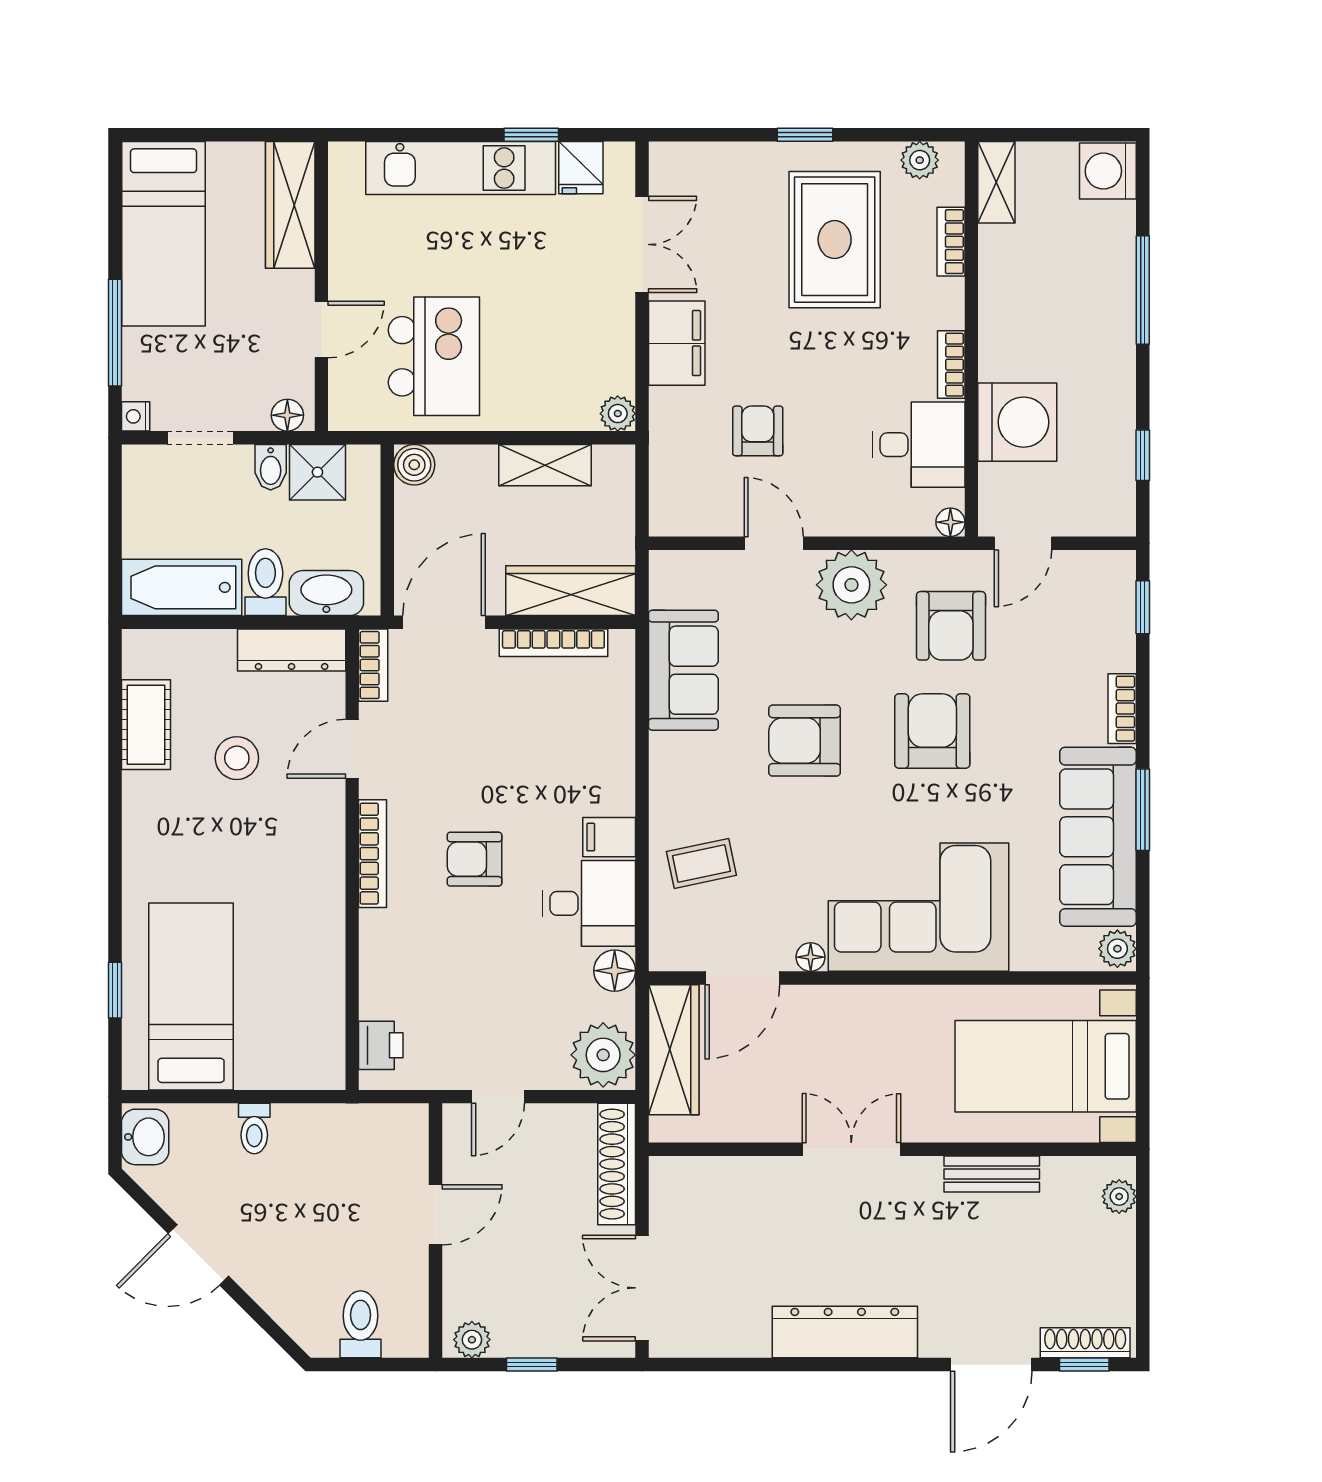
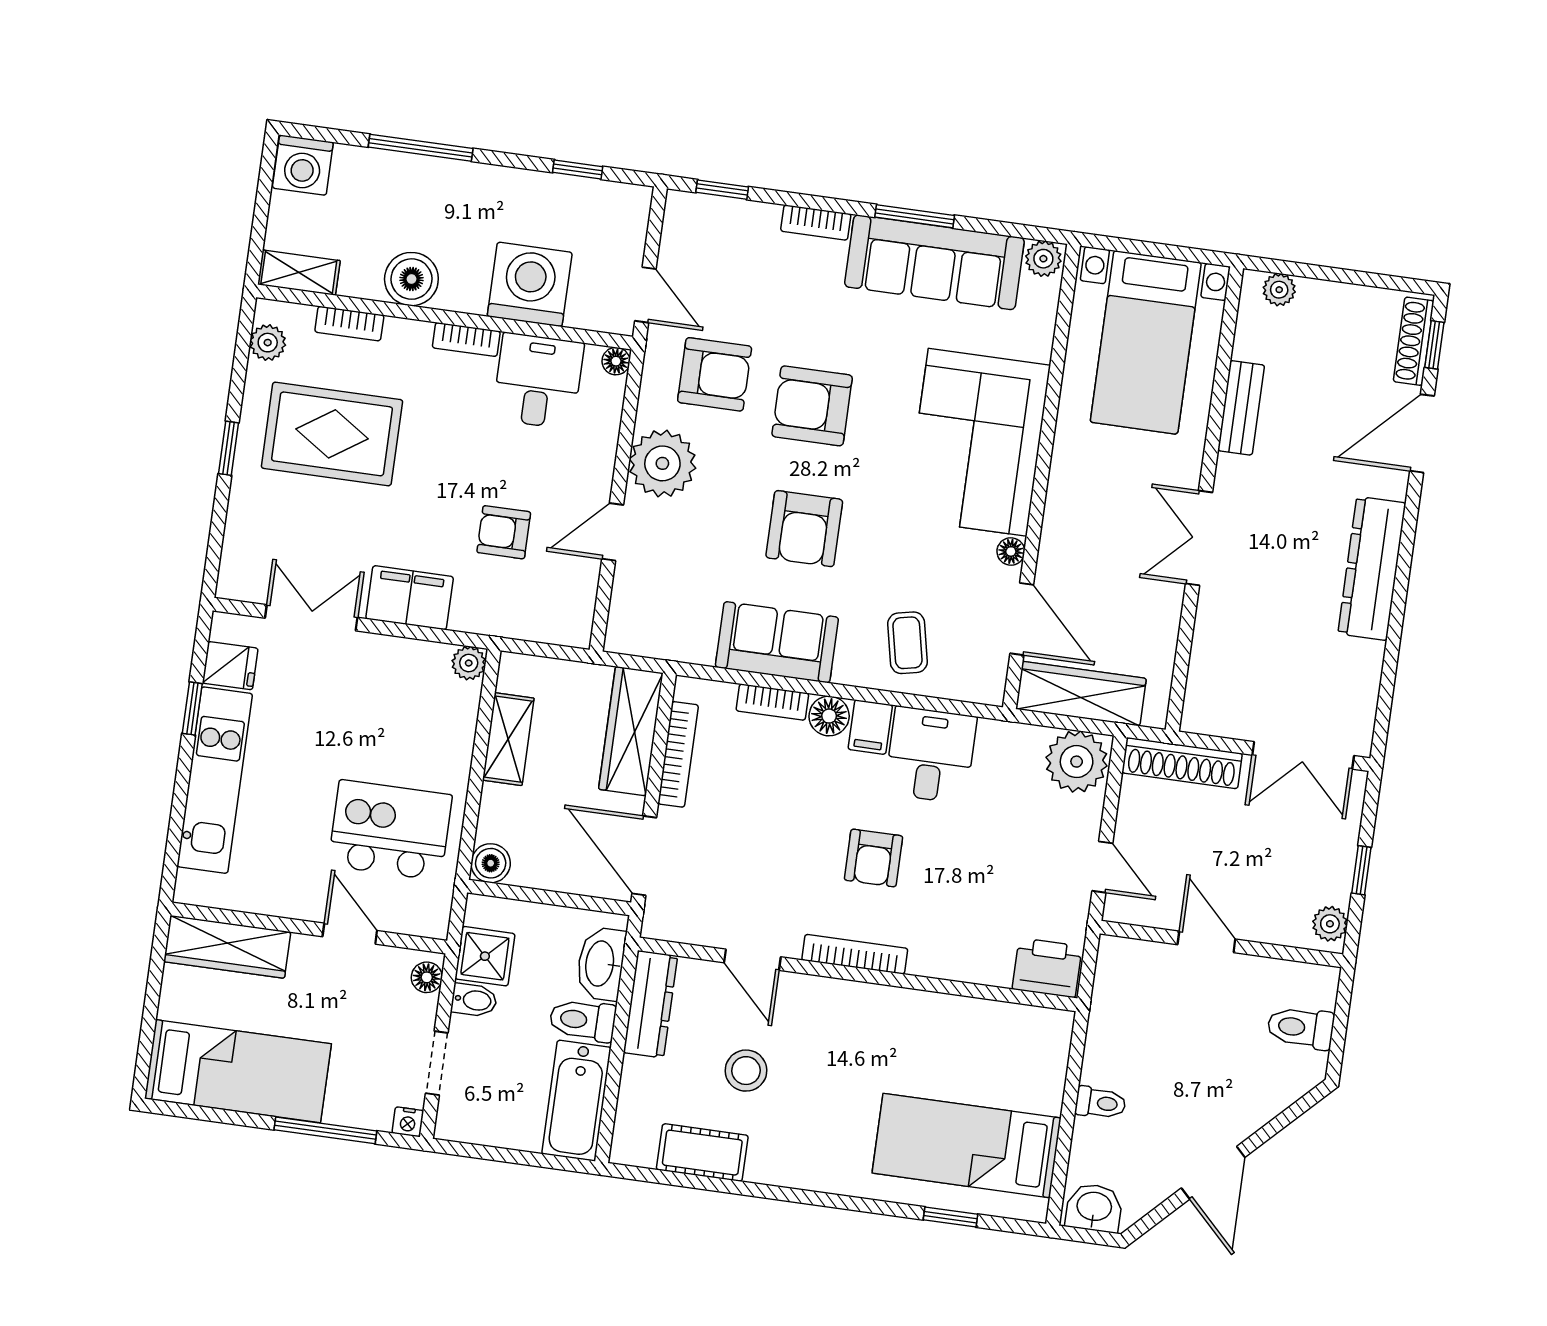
boiler: (1006, 299) -> (411, 279), added
bookcase: (373, 665) -> (772, 702), moved, turned 180
sofa: (683, 670) -> (777, 642), moved
floor lamp: (615, 971) -> (829, 716), moved
printer: (381, 1045) -> (1047, 968), width x1.36, depth x1.24
door: (991, 1365) -> (1422, 433), swing flipped

